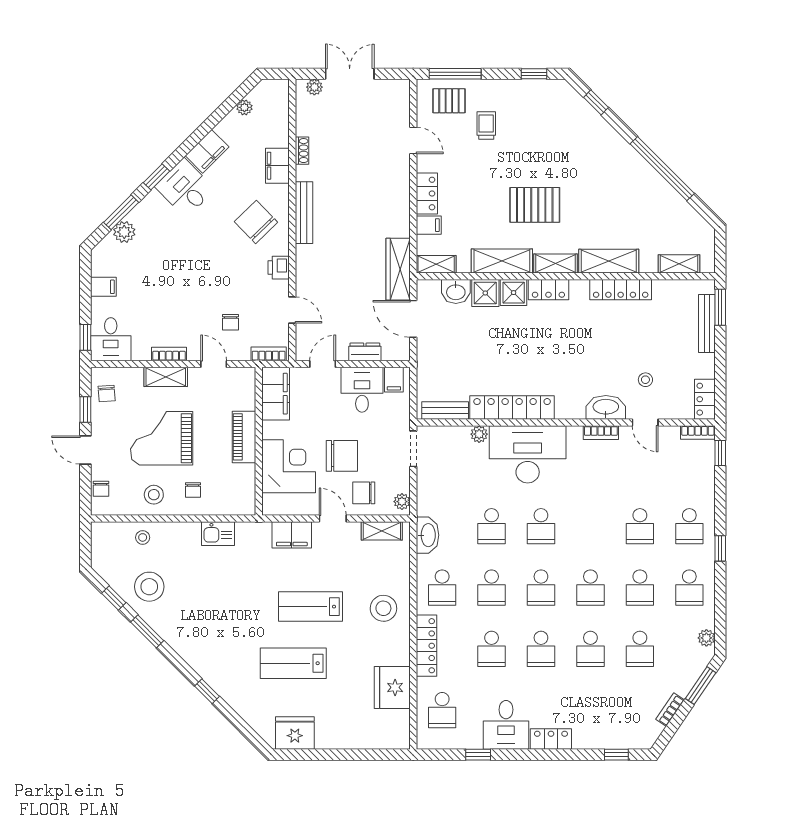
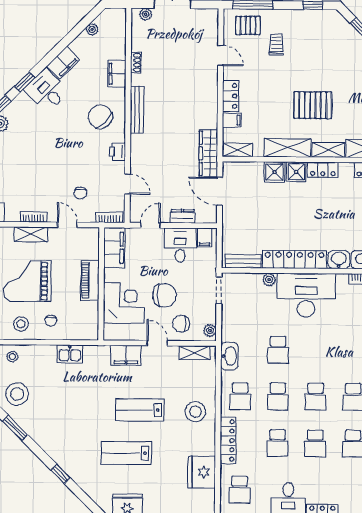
washbasin: (456, 292) -> (339, 260), moved, turned 180
school desk: (541, 526) -> (316, 350), removed

